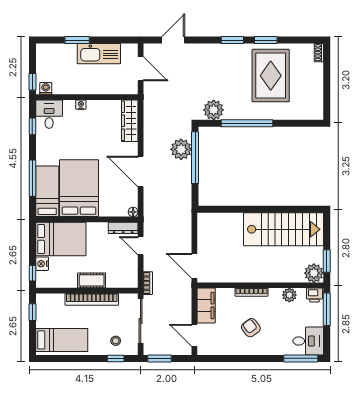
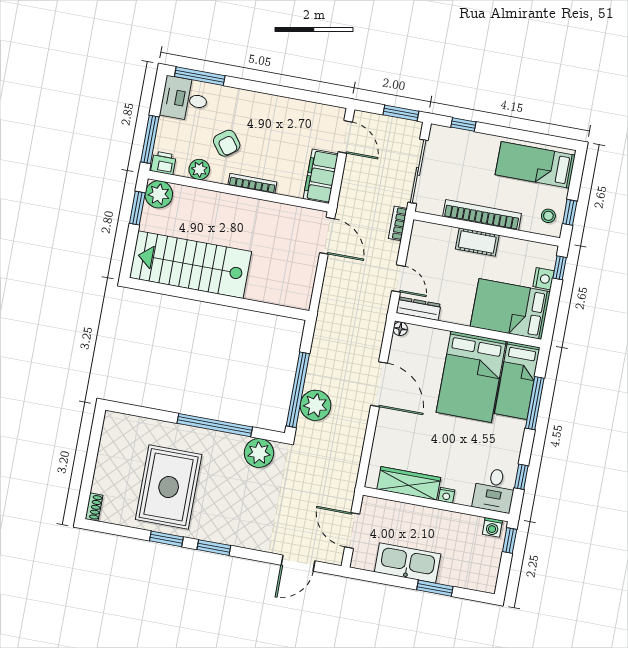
wardrobe: (130, 121) -> (409, 483), moved, turned -90
armchair: (251, 328) -> (227, 143), moved
stool: (116, 341) -> (548, 216), moved

